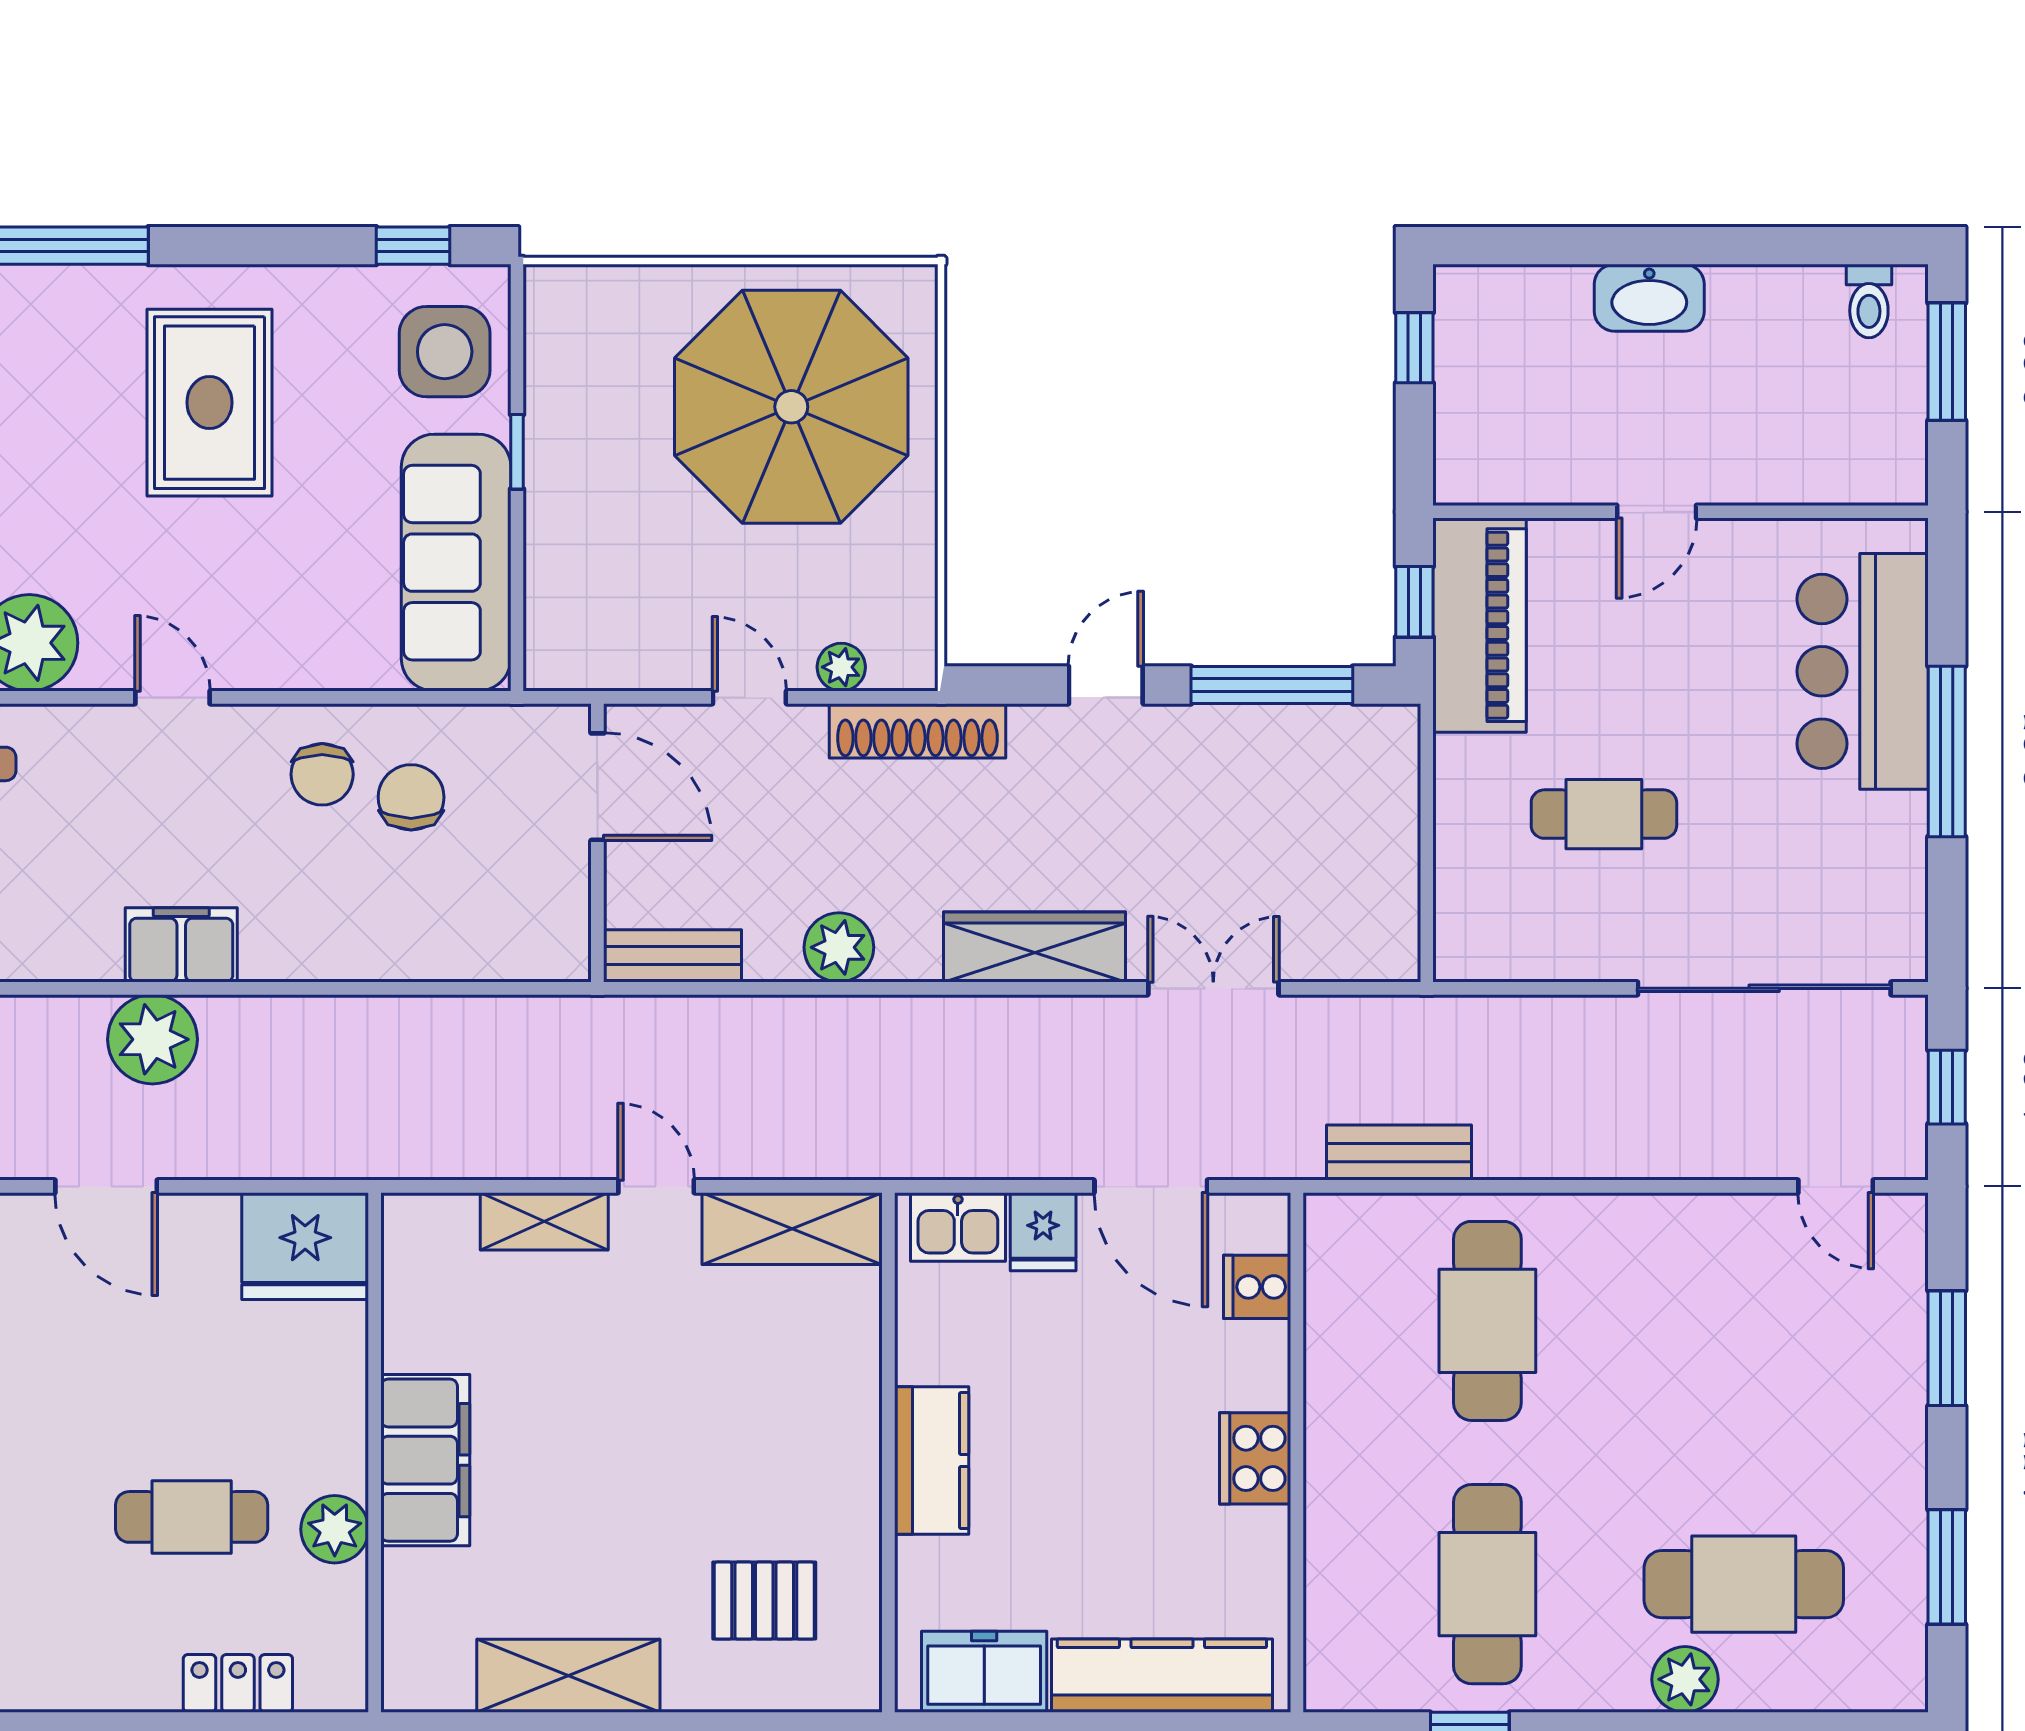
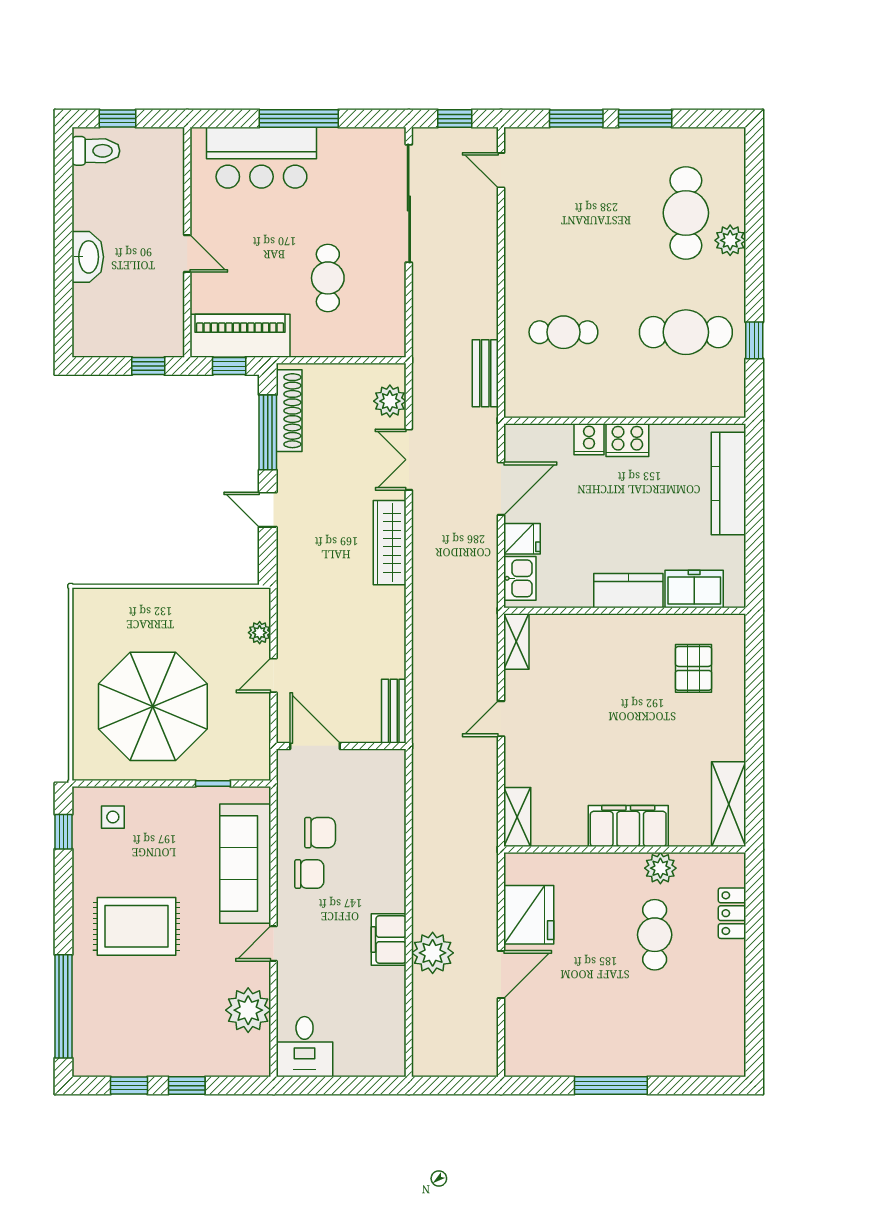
toilet: (1869, 301) -> (96, 151), width x1.37, depth x1.39
window: (1414, 348) -> (148, 366), moved
side table: (445, 352) -> (113, 817), width x0.54, depth x0.54
window: (1947, 362) -> (117, 119), width x0.67
parasol: (791, 407) -> (153, 706), moved
window: (517, 452) -> (213, 783), moved
sofa: (456, 563) -> (245, 864), moved, turned 90
shoe rack: (917, 731) -> (289, 411), moved
door: (597, 787) -> (315, 746), hinge flipped
chair: (411, 797) -> (320, 833), turned 180
plant: (839, 947) -> (390, 401), moved
door: (1836, 1186) -> (501, 170), swing flipped
shelving: (544, 1221) -> (517, 817), moved
shelving: (792, 1229) -> (516, 641), width x0.67, depth x0.75
fridge: (305, 1246) -> (529, 915), moved
cooker: (1257, 1287) -> (589, 439), moved
cafe table: (1487, 1321) -> (563, 332), width x0.73, depth x0.74
window: (1947, 1567) -> (645, 119), moved
freezer: (984, 1672) -> (694, 589), moved, turned 90
shelving: (568, 1676) -> (729, 804), moved

